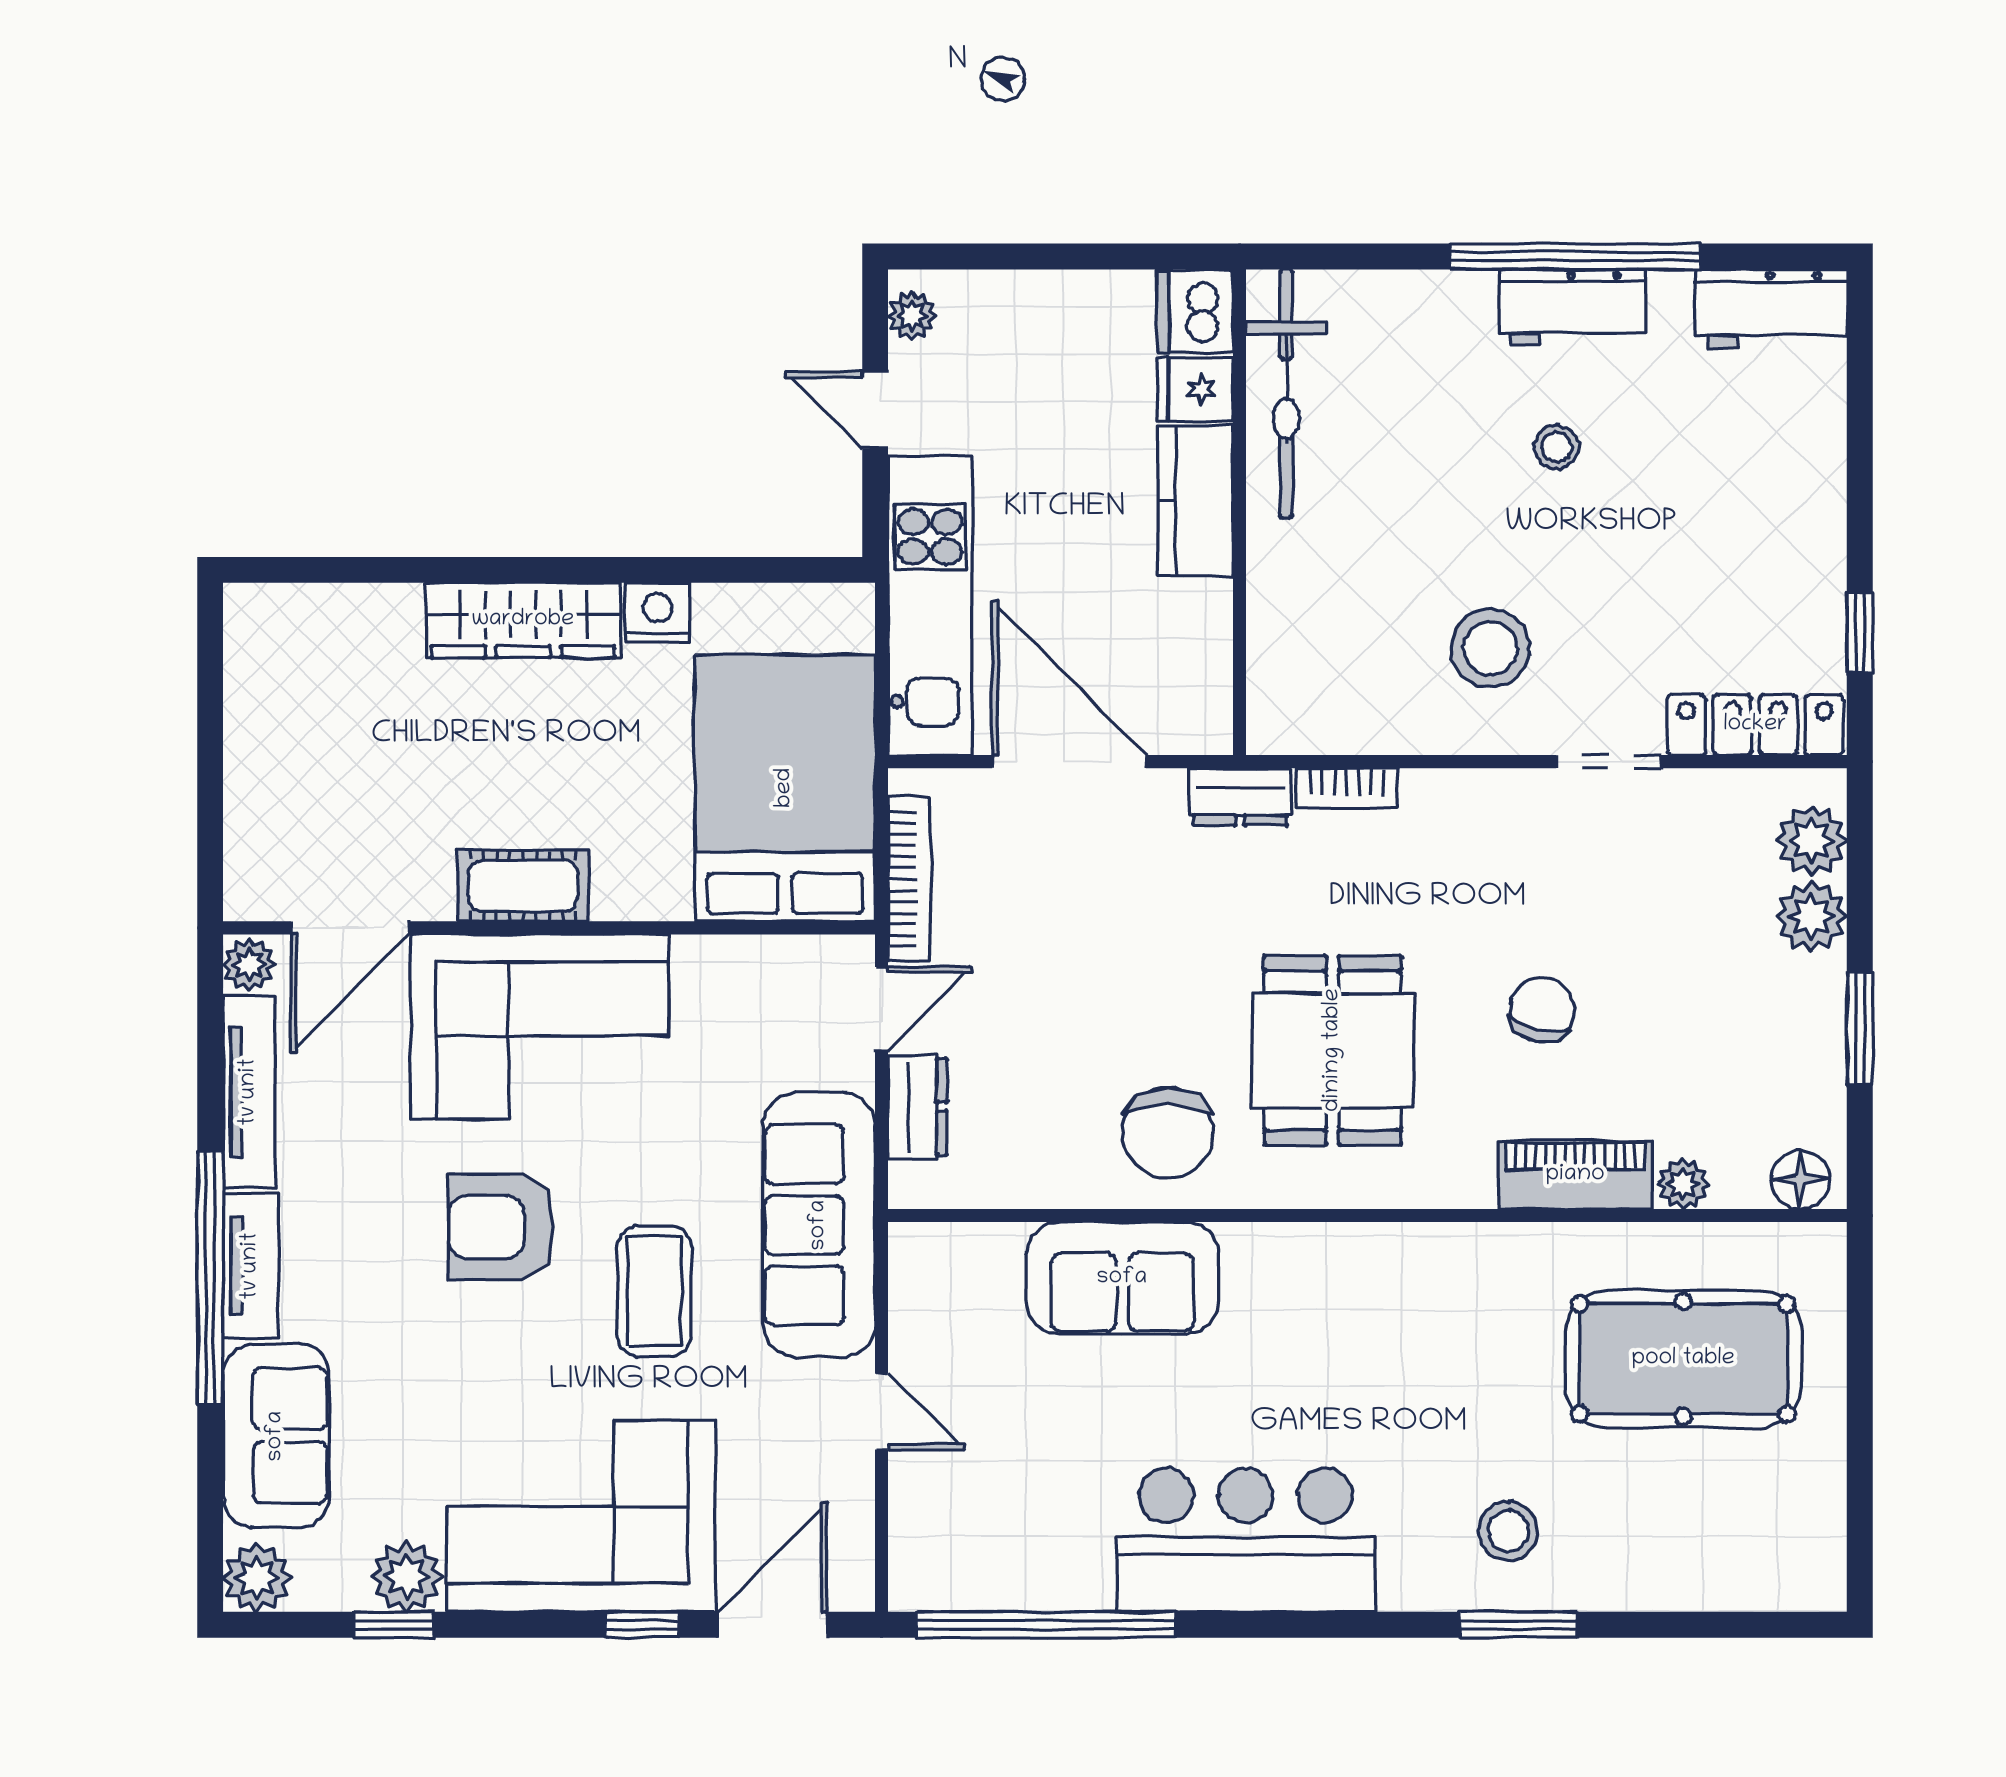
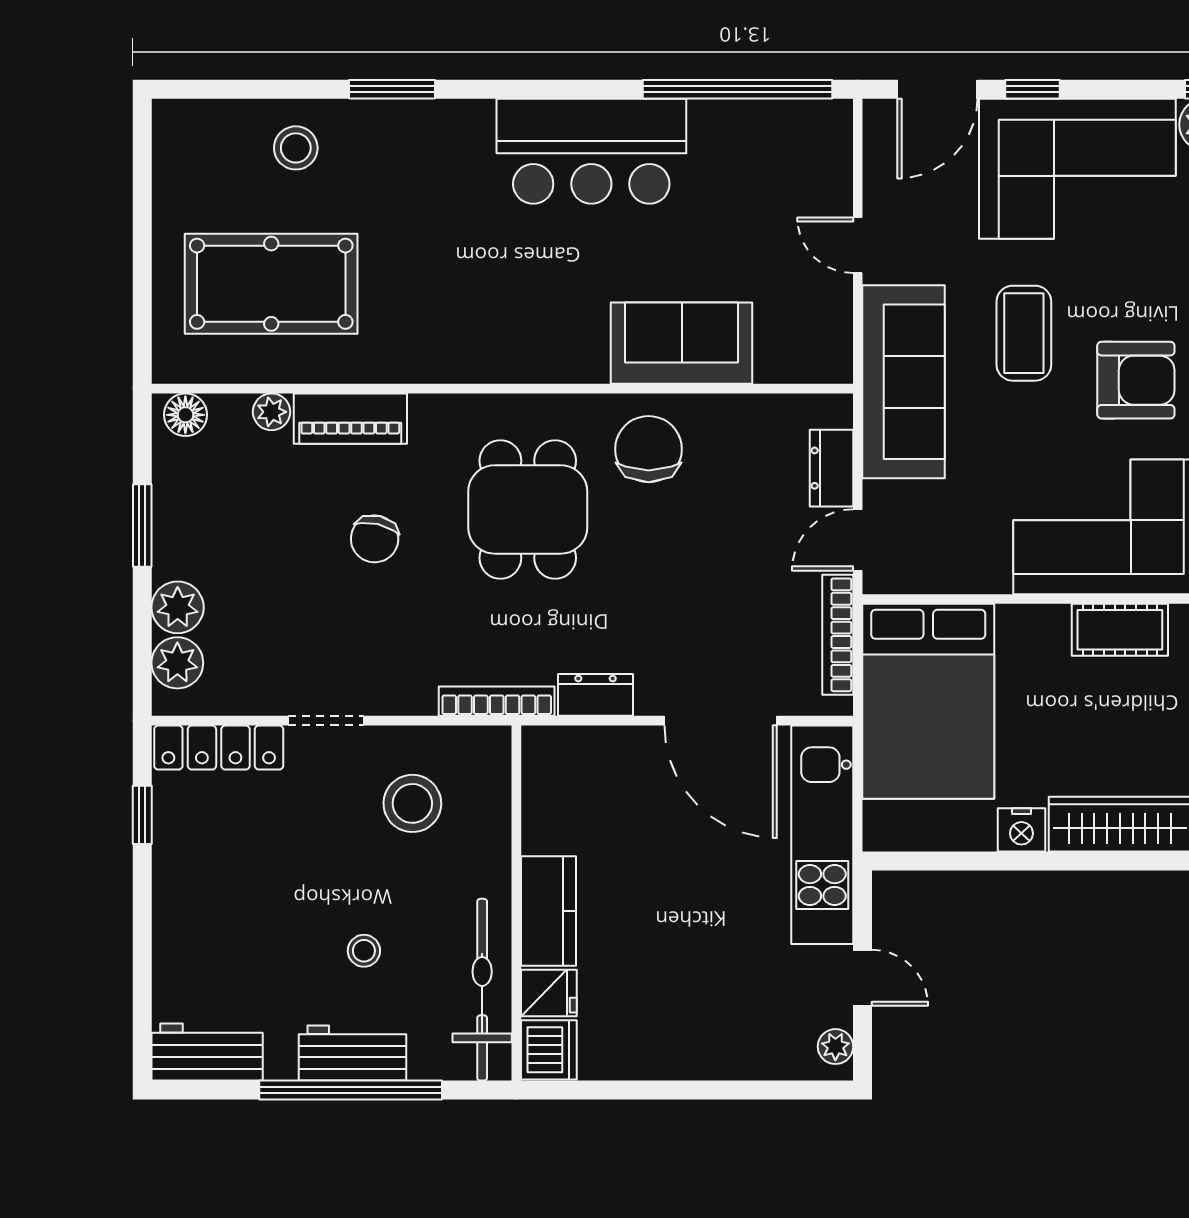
dishwasher: (1195, 312) -> (549, 1050), moved
fridge: (1195, 389) -> (549, 993), moved
bicycle: (1286, 394) -> (482, 990), moved
kitchen counter: (1196, 501) -> (548, 911), moved
wall: (1240, 512) -> (516, 903), moved
bookcase: (1347, 788) -> (497, 701), width x1.56
stool: (1508, 1531) -> (296, 148), moved

